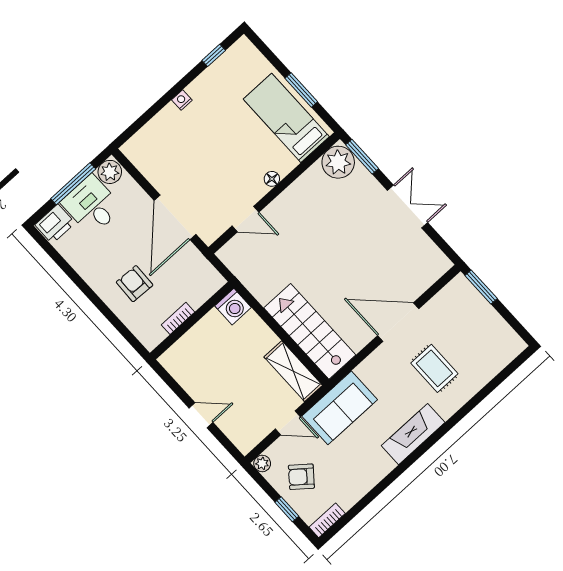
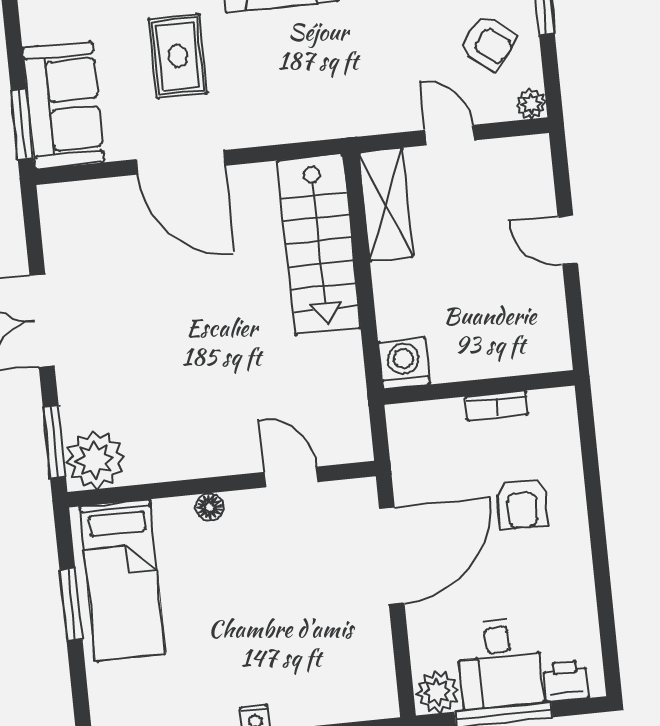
printer: (55, 224) -> (566, 681), width x0.73, depth x0.81
sofa: (340, 408) -> (63, 105), moved, turned 90

